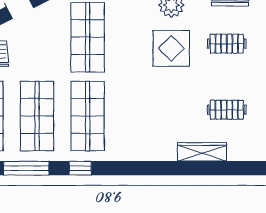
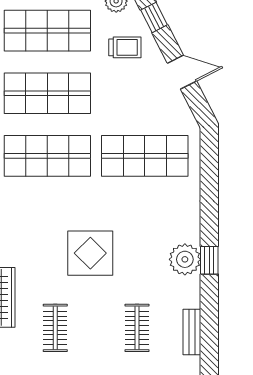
display table: (171, 48) -> (90, 253), moved

